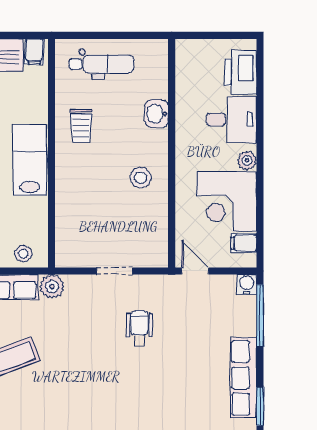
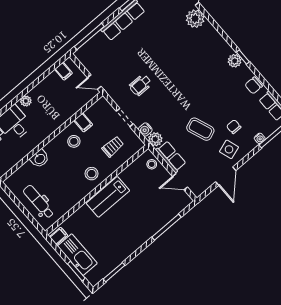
trolley: (81, 126) -> (113, 147), moved
stool: (79, 165) -> (92, 174), added
corner desk: (227, 202) -> (52, 94), removed
filing cabinet: (155, 211) -> (83, 123), added
door: (195, 271) -> (94, 82), hinge flipped
water cooler: (247, 284) -> (145, 130), moved

